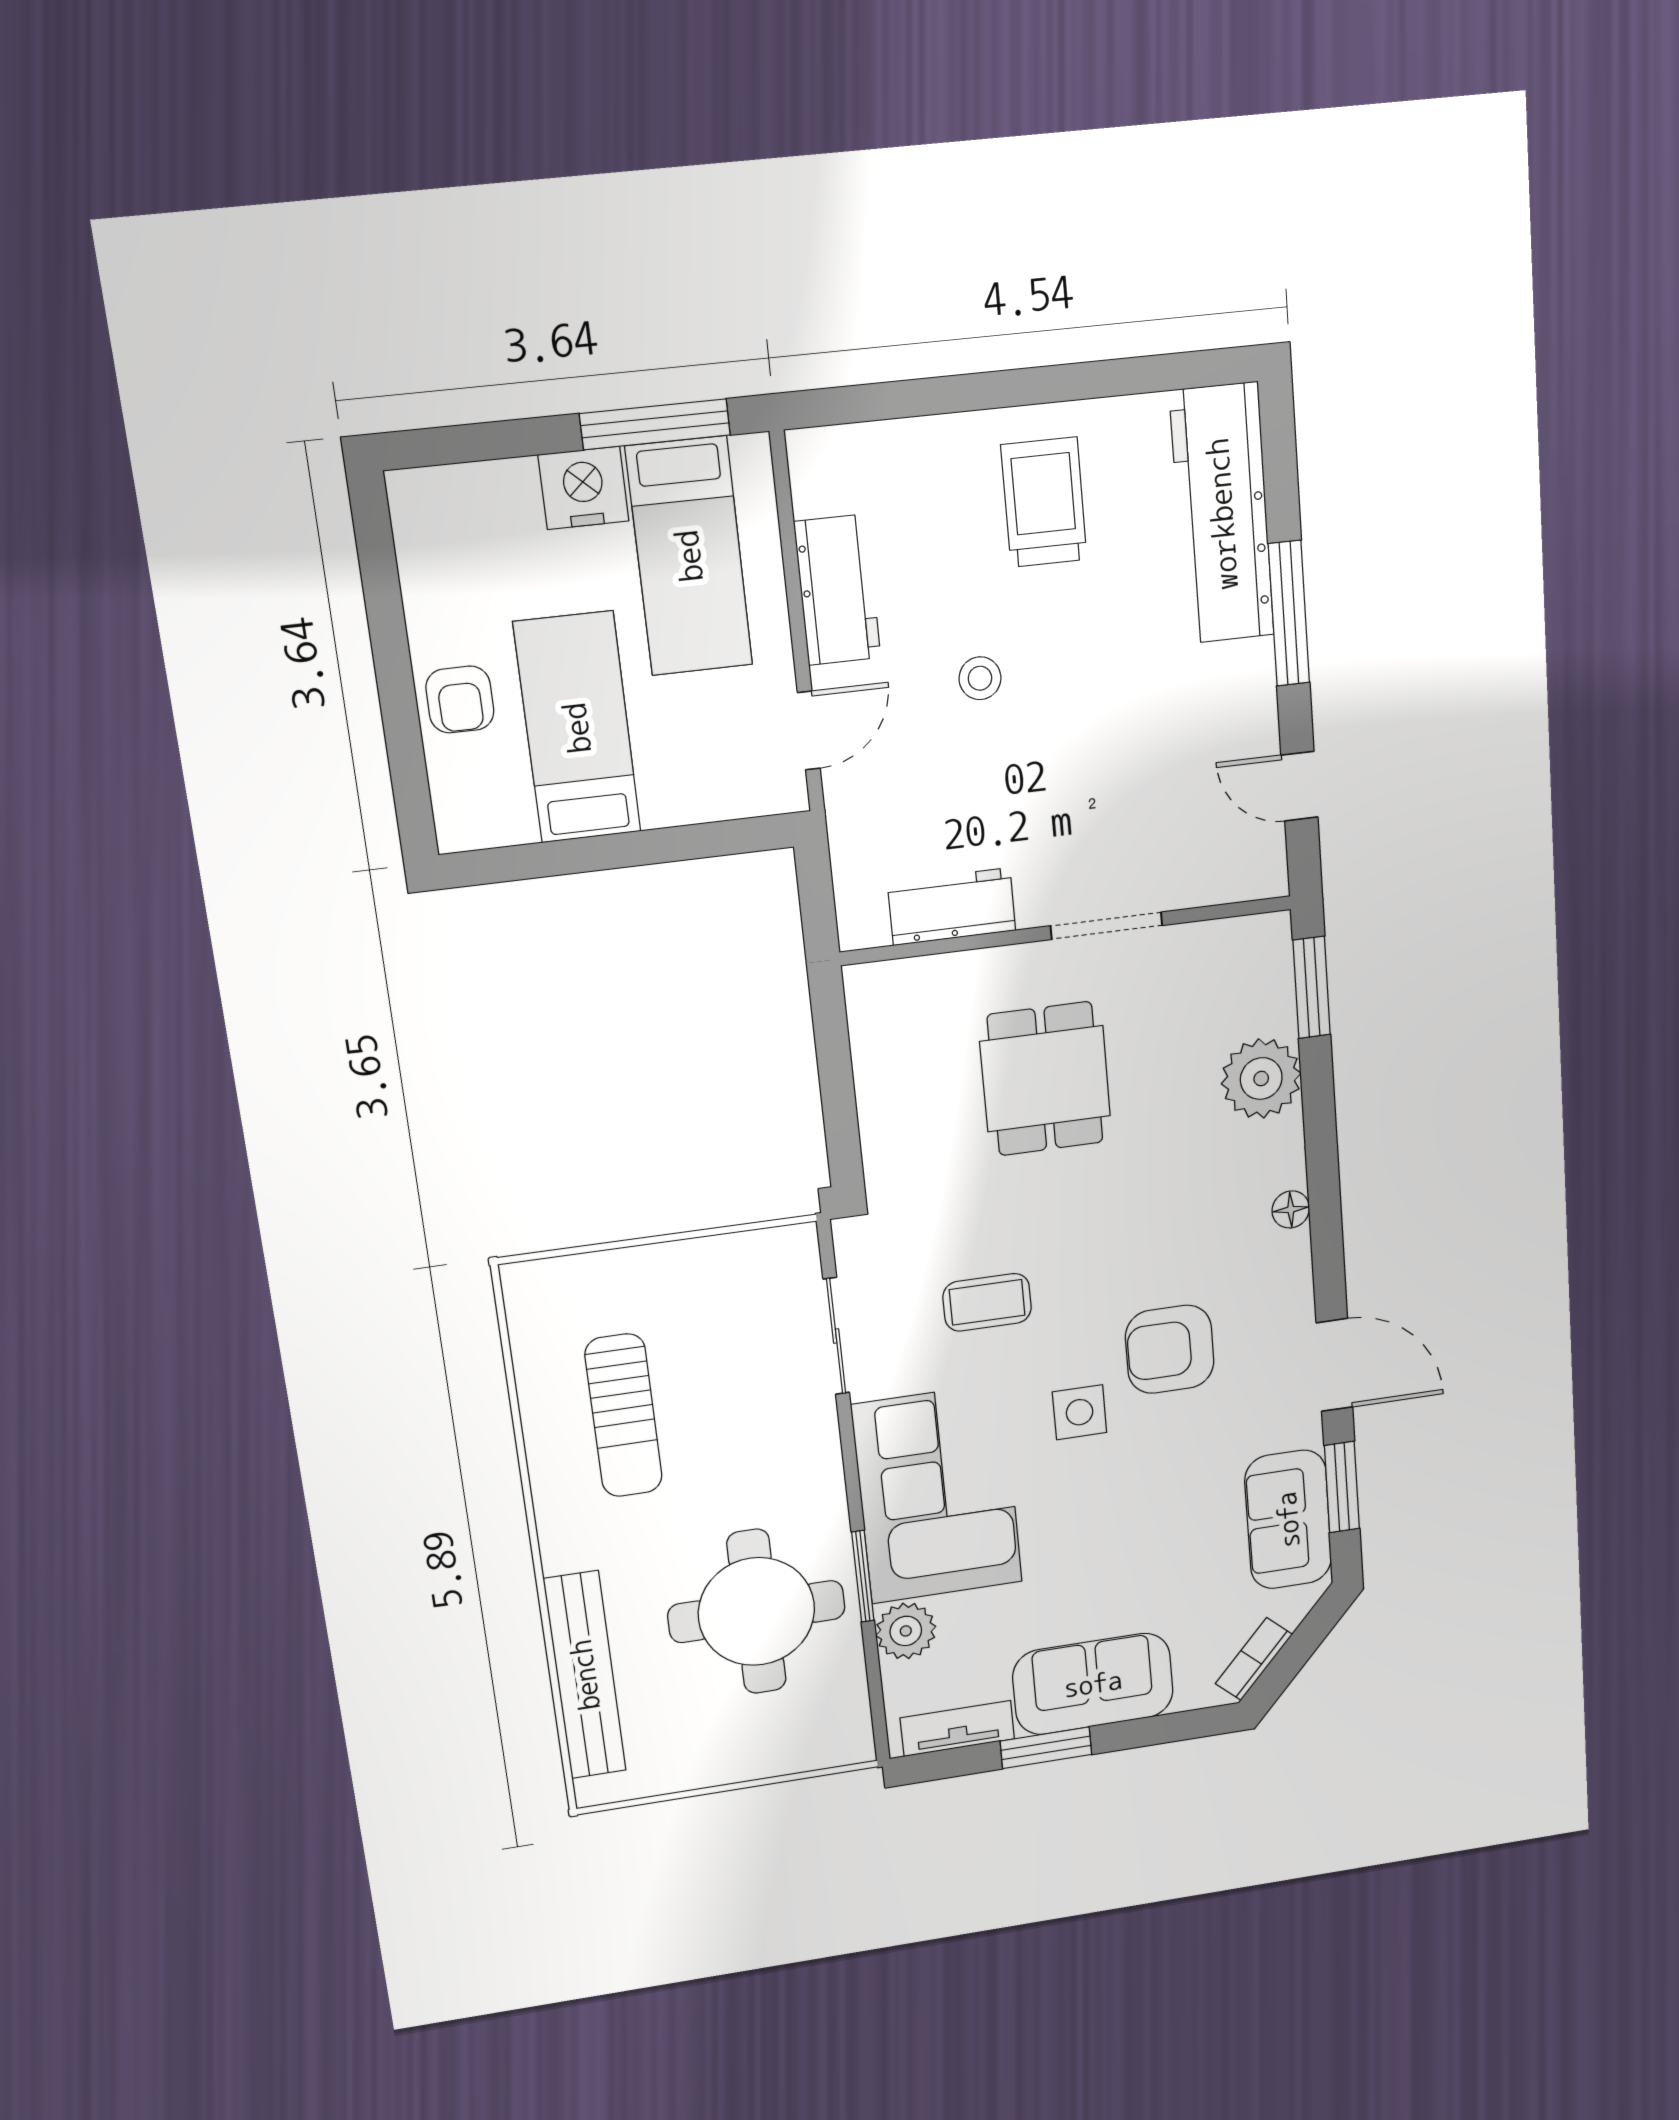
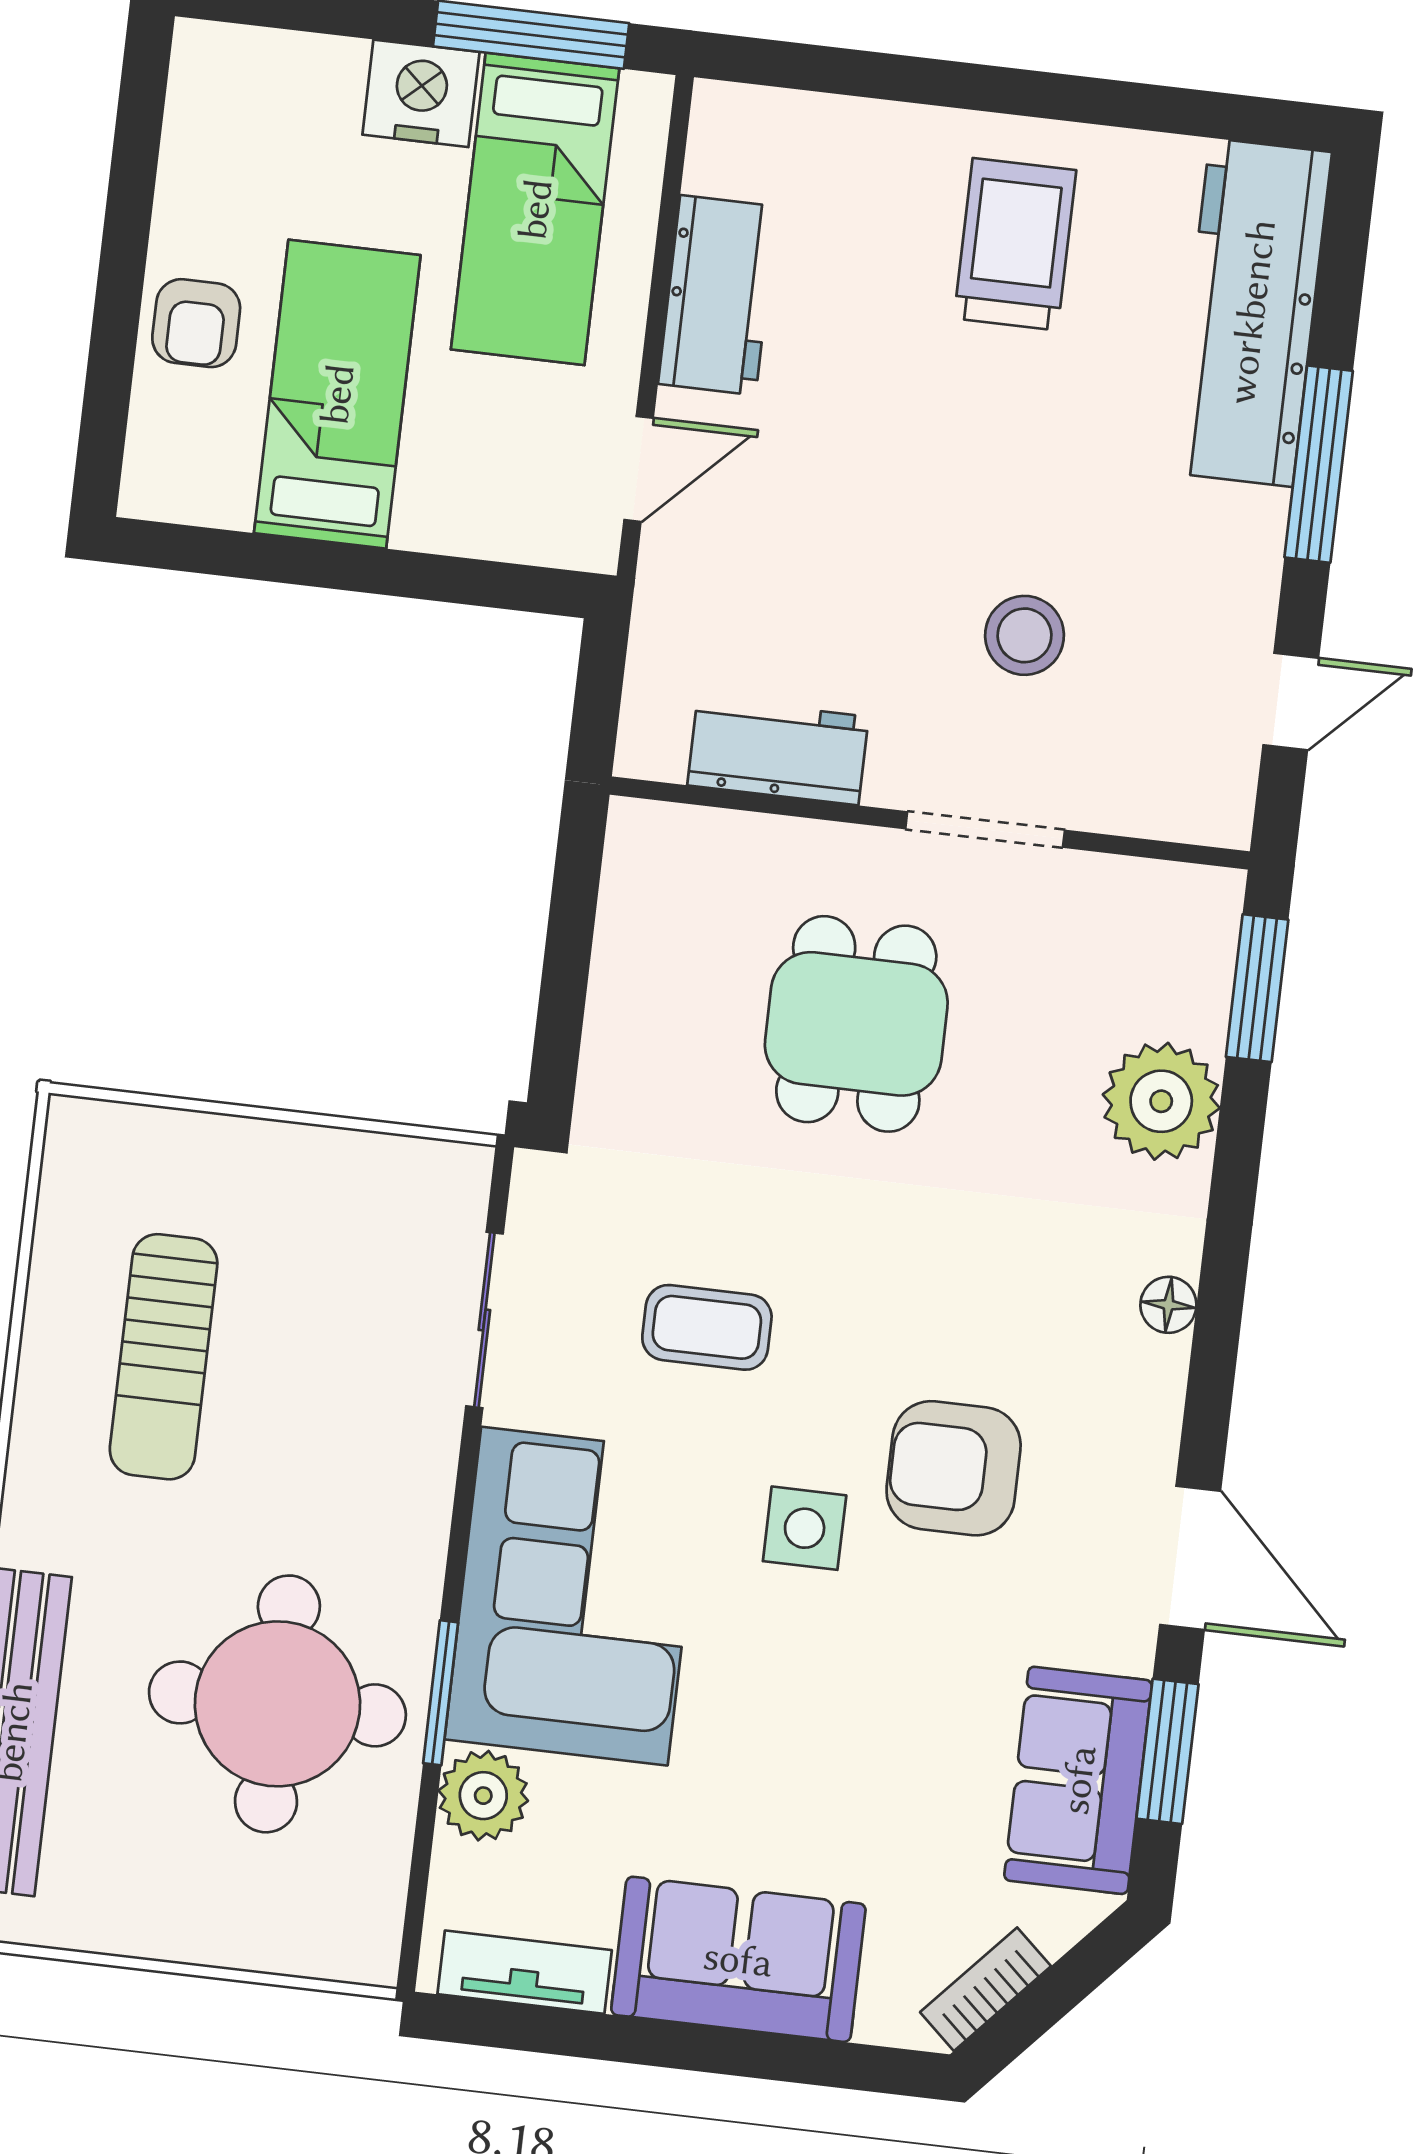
stool: (980, 678) -> (1025, 635), moved, width x1.37, depth x1.37
door: (1299, 786) -> (1291, 702), swing flipped
window: (1046, 1748) -> (648, 2042), removed

